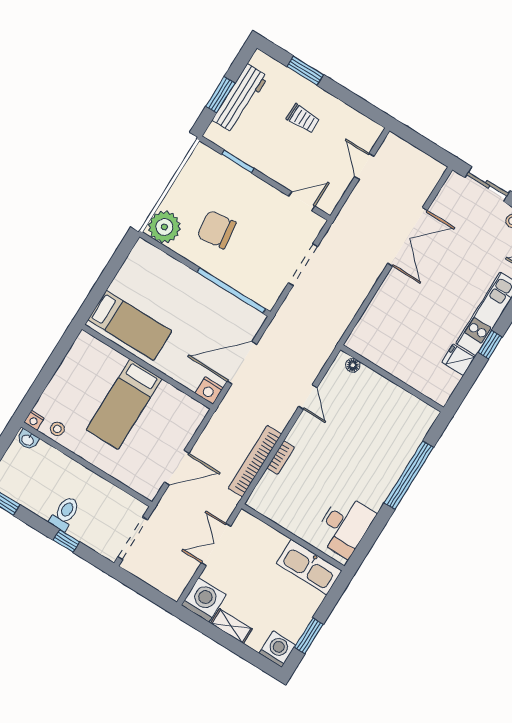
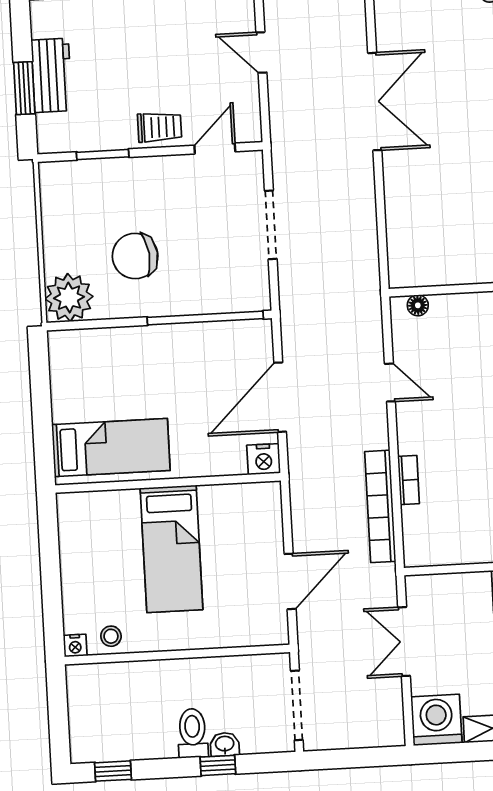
workbench: (240, 98) -> (52, 75), width x0.73
trolley: (303, 119) -> (160, 127), moved
washbasin: (28, 440) -> (225, 744), moved, turned 180

